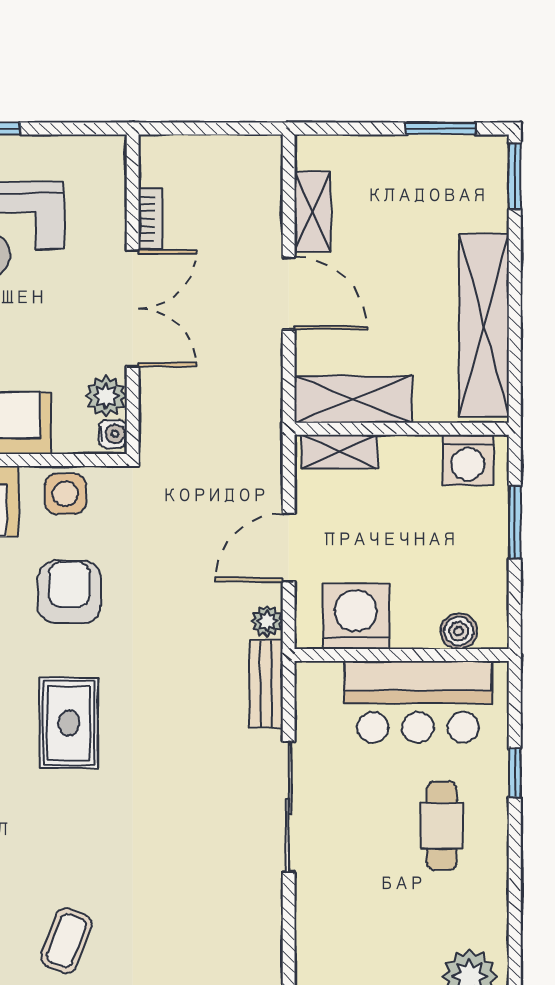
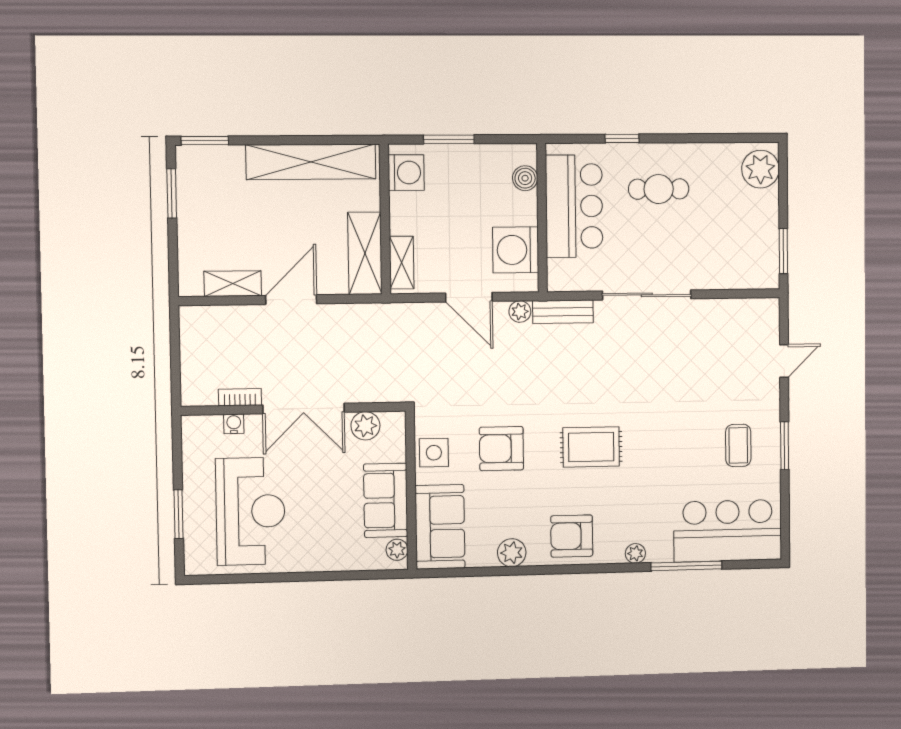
double door: (133, 308) -> (304, 409), swing flipped
water cooler: (113, 434) -> (234, 424), moved
coffee table: (66, 941) -> (738, 445), turned 69

